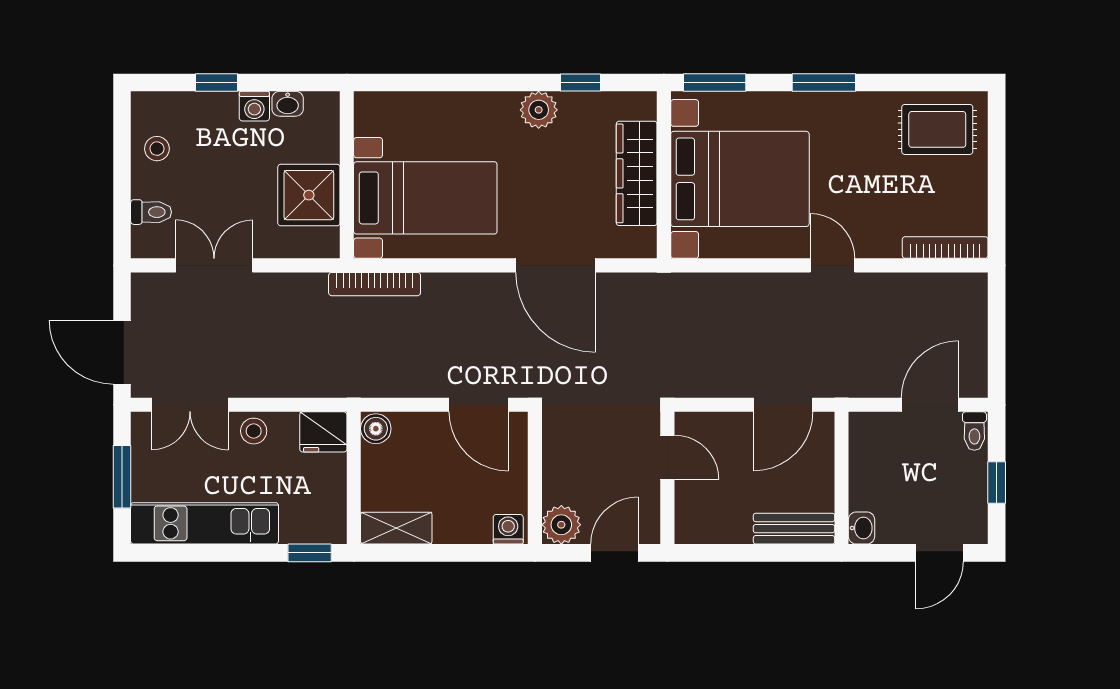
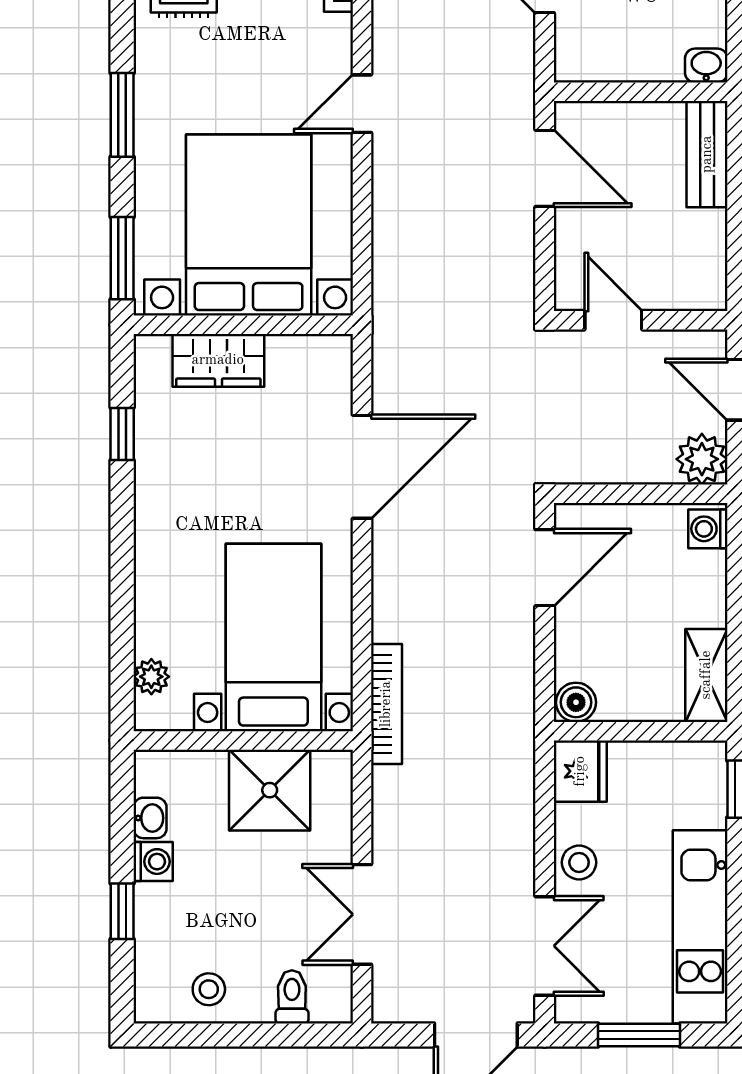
plant: (539, 110) -> (151, 677), moved, width x0.73, depth x0.73
wardrobe: (637, 173) -> (218, 360), width x0.67
door: (667, 457) -> (613, 320), hinge flipped

